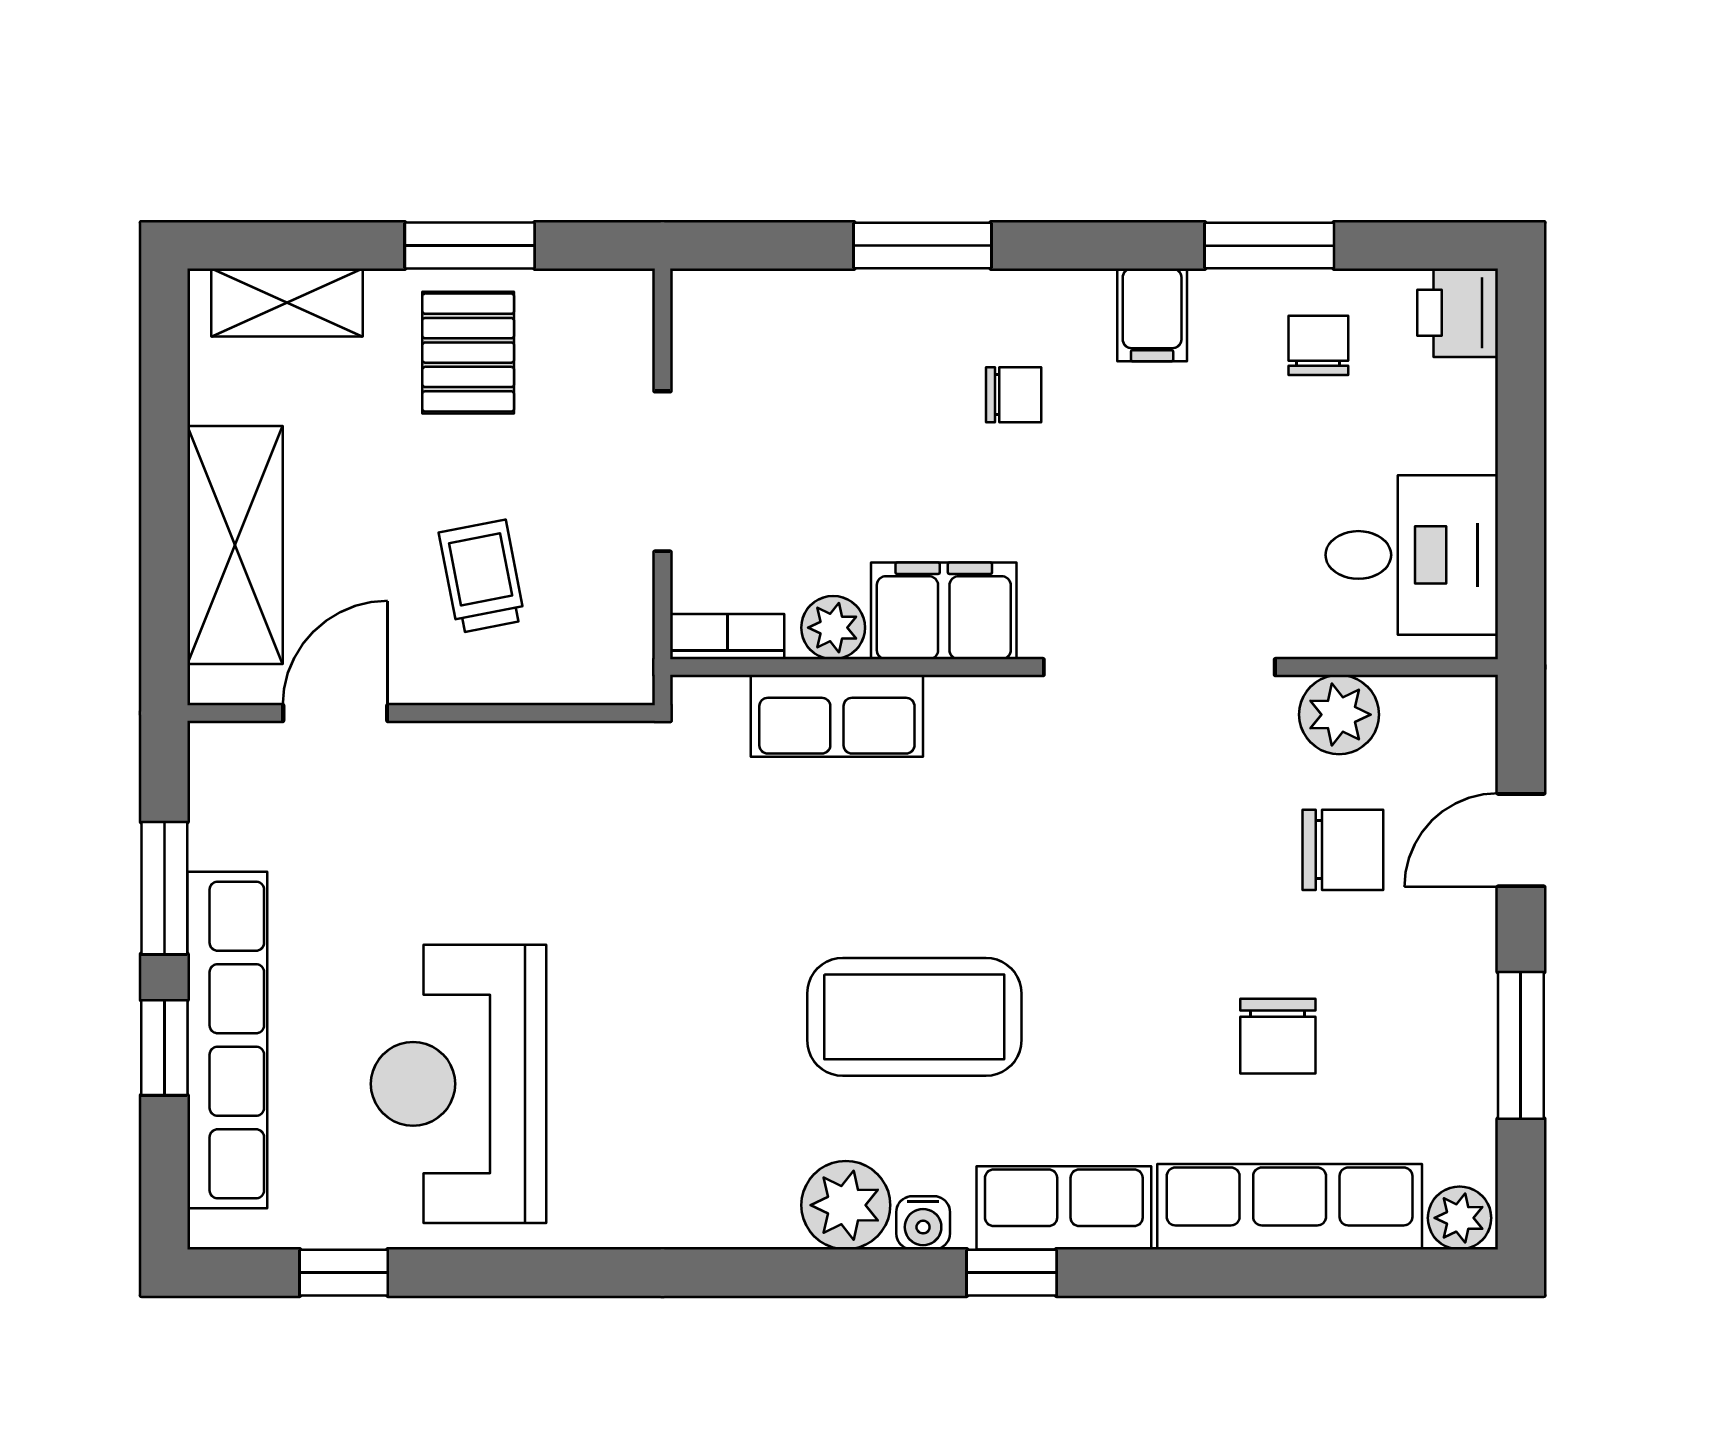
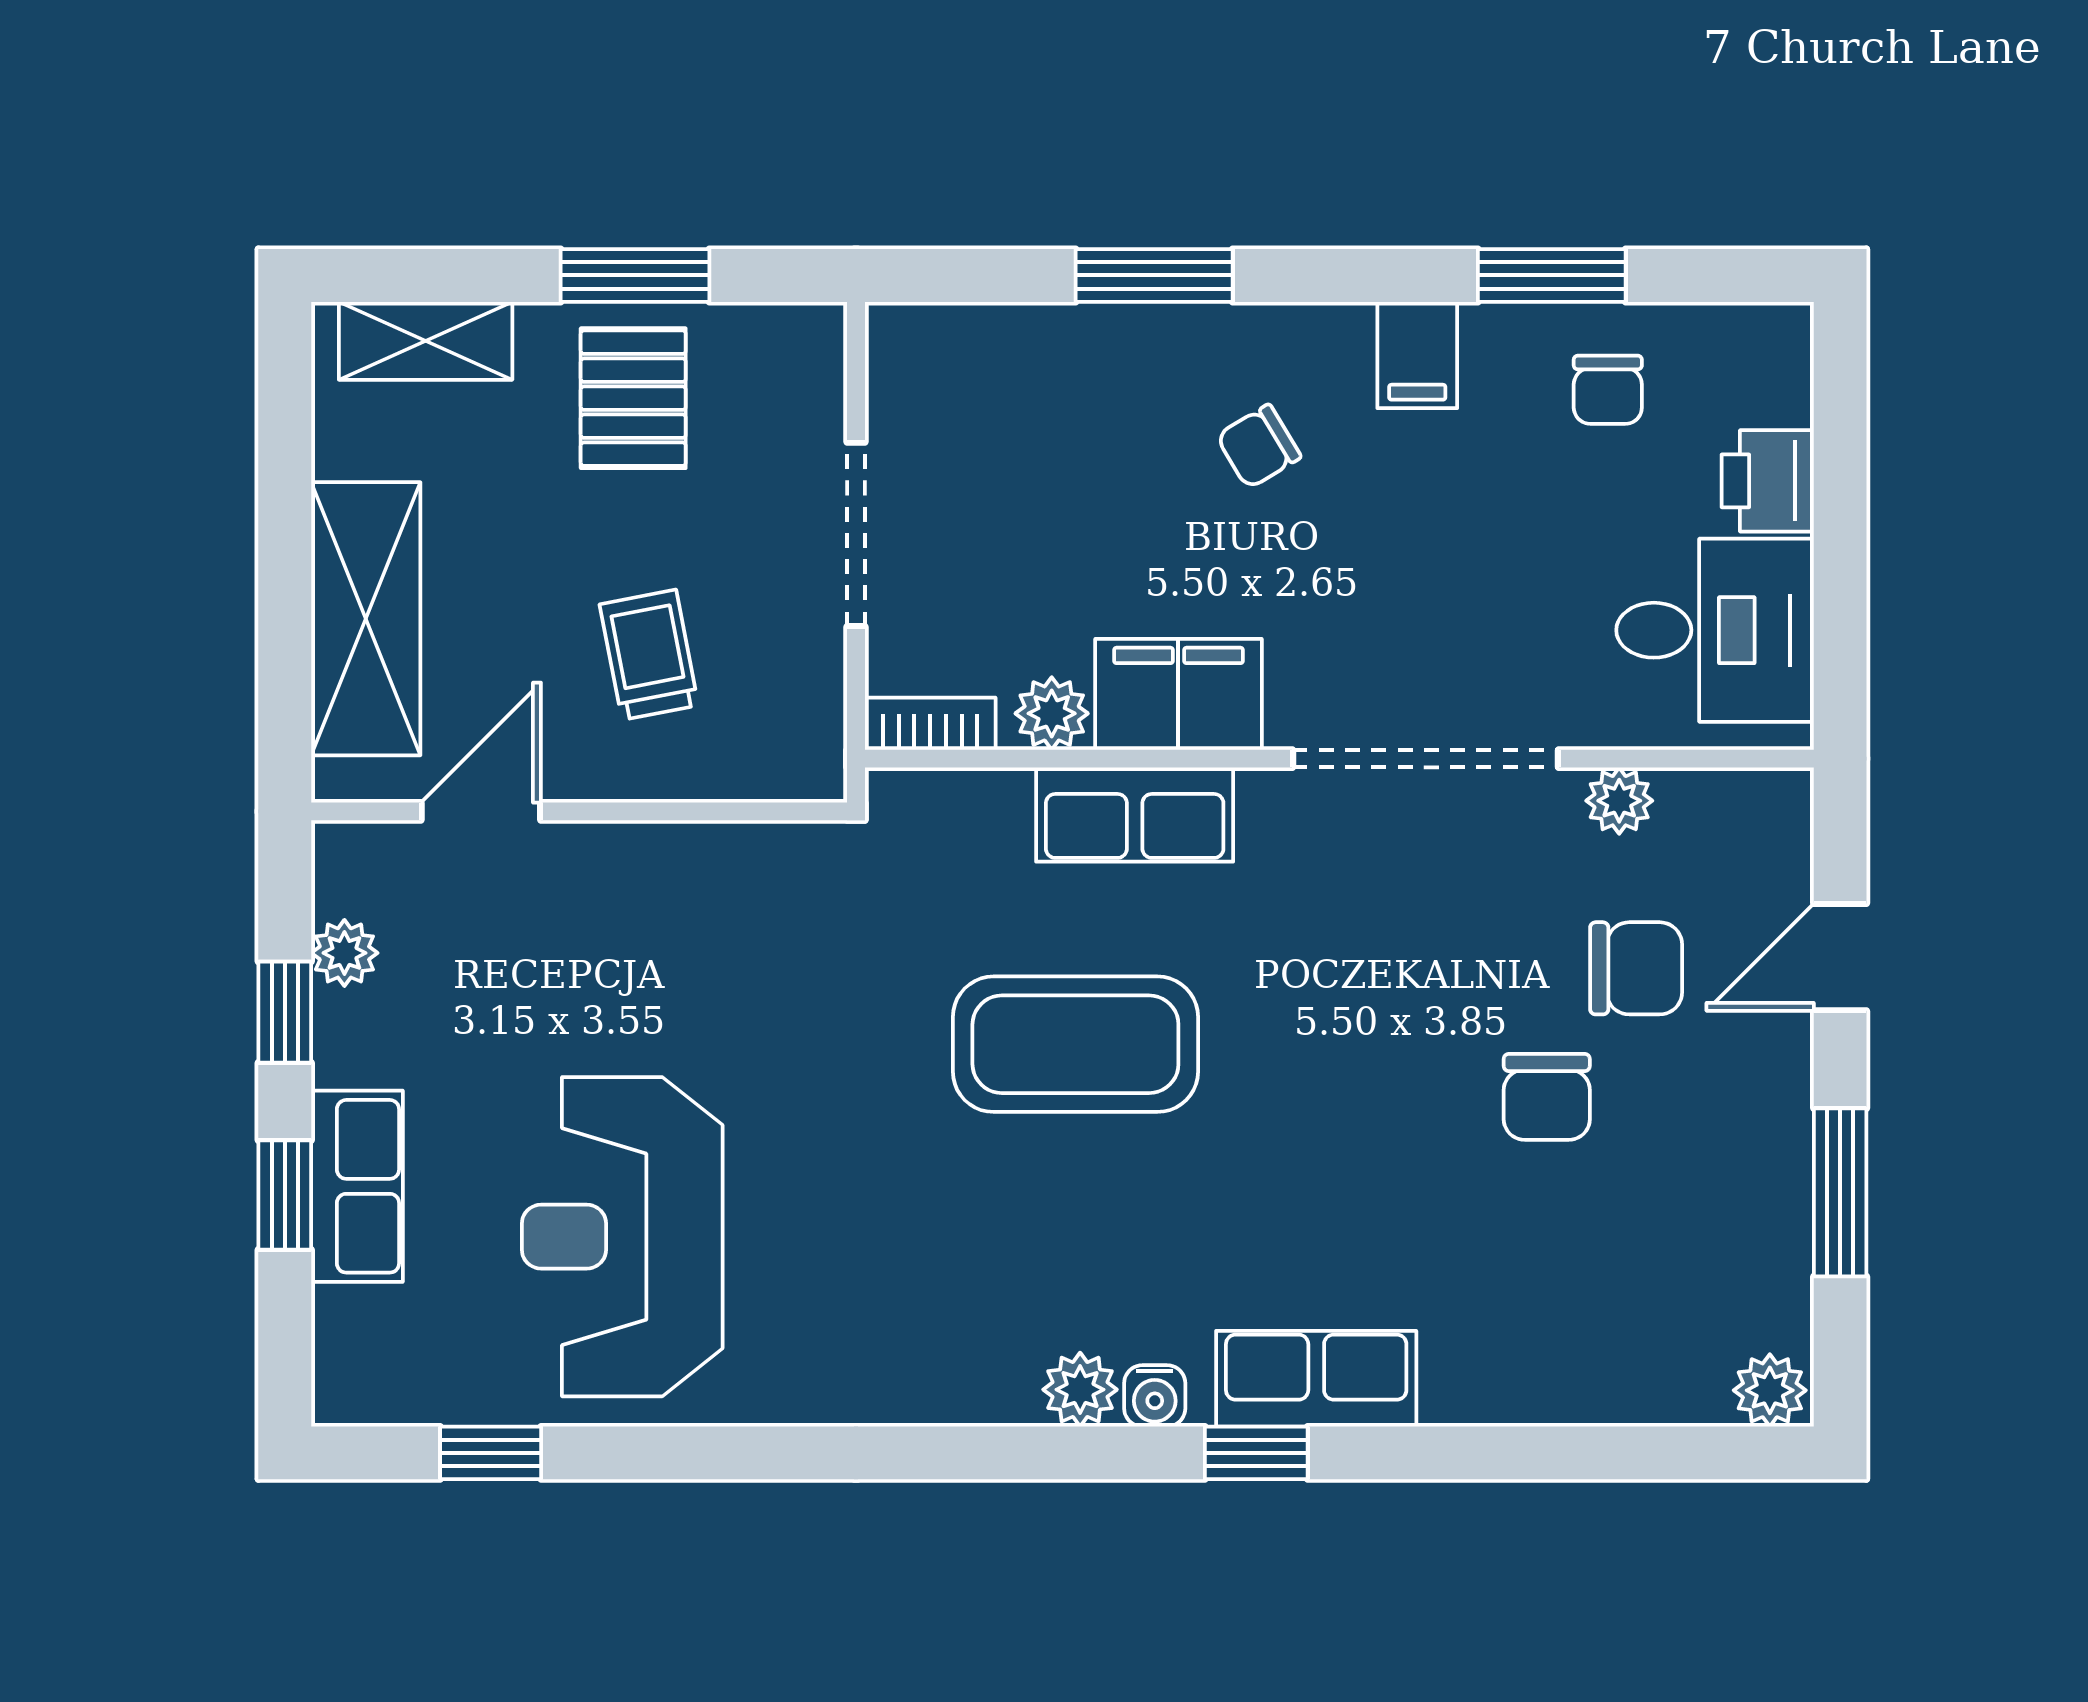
printer: (1458, 313) -> (1768, 481), moved
chair: (1318, 345) -> (1608, 390), turned 180
chair: (1014, 395) -> (1259, 446), turned 149
plant: (1339, 715) -> (1619, 801), width x0.73, depth x0.73
row of seats: (837, 716) -> (1135, 815), moved
plant: (216, 836) -> (344, 953), added
window: (164, 888) -> (285, 1012), width x0.67
coffee table: (914, 1017) -> (1075, 1044), moved
chair: (1278, 1036) -> (1547, 1097), moved
row of seats: (227, 1040) -> (357, 1186), width x0.50
plant: (846, 1205) -> (1080, 1390), width x0.73, depth x0.73
row of seats: (1290, 1207) -> (1575, 1377), removed

